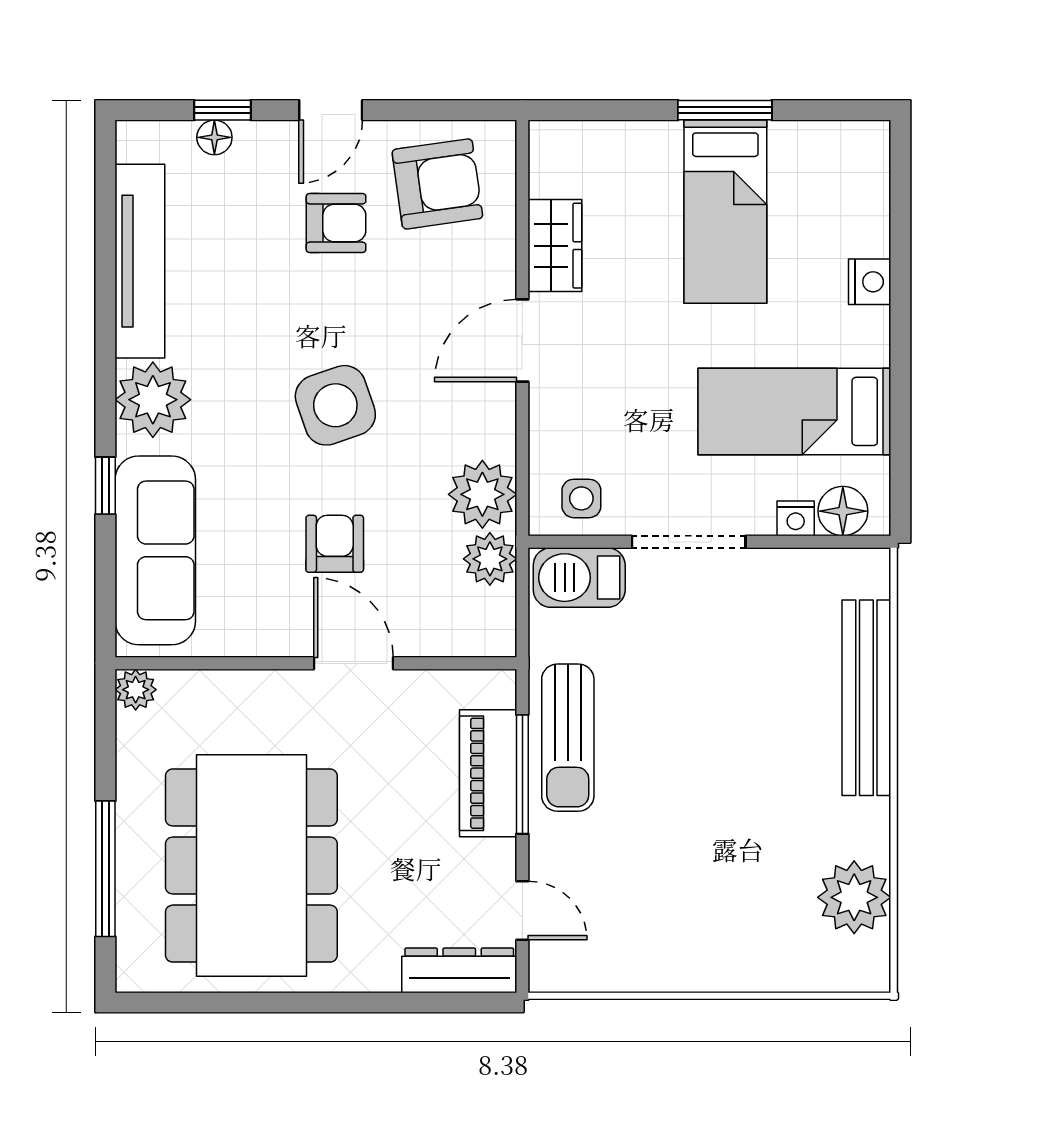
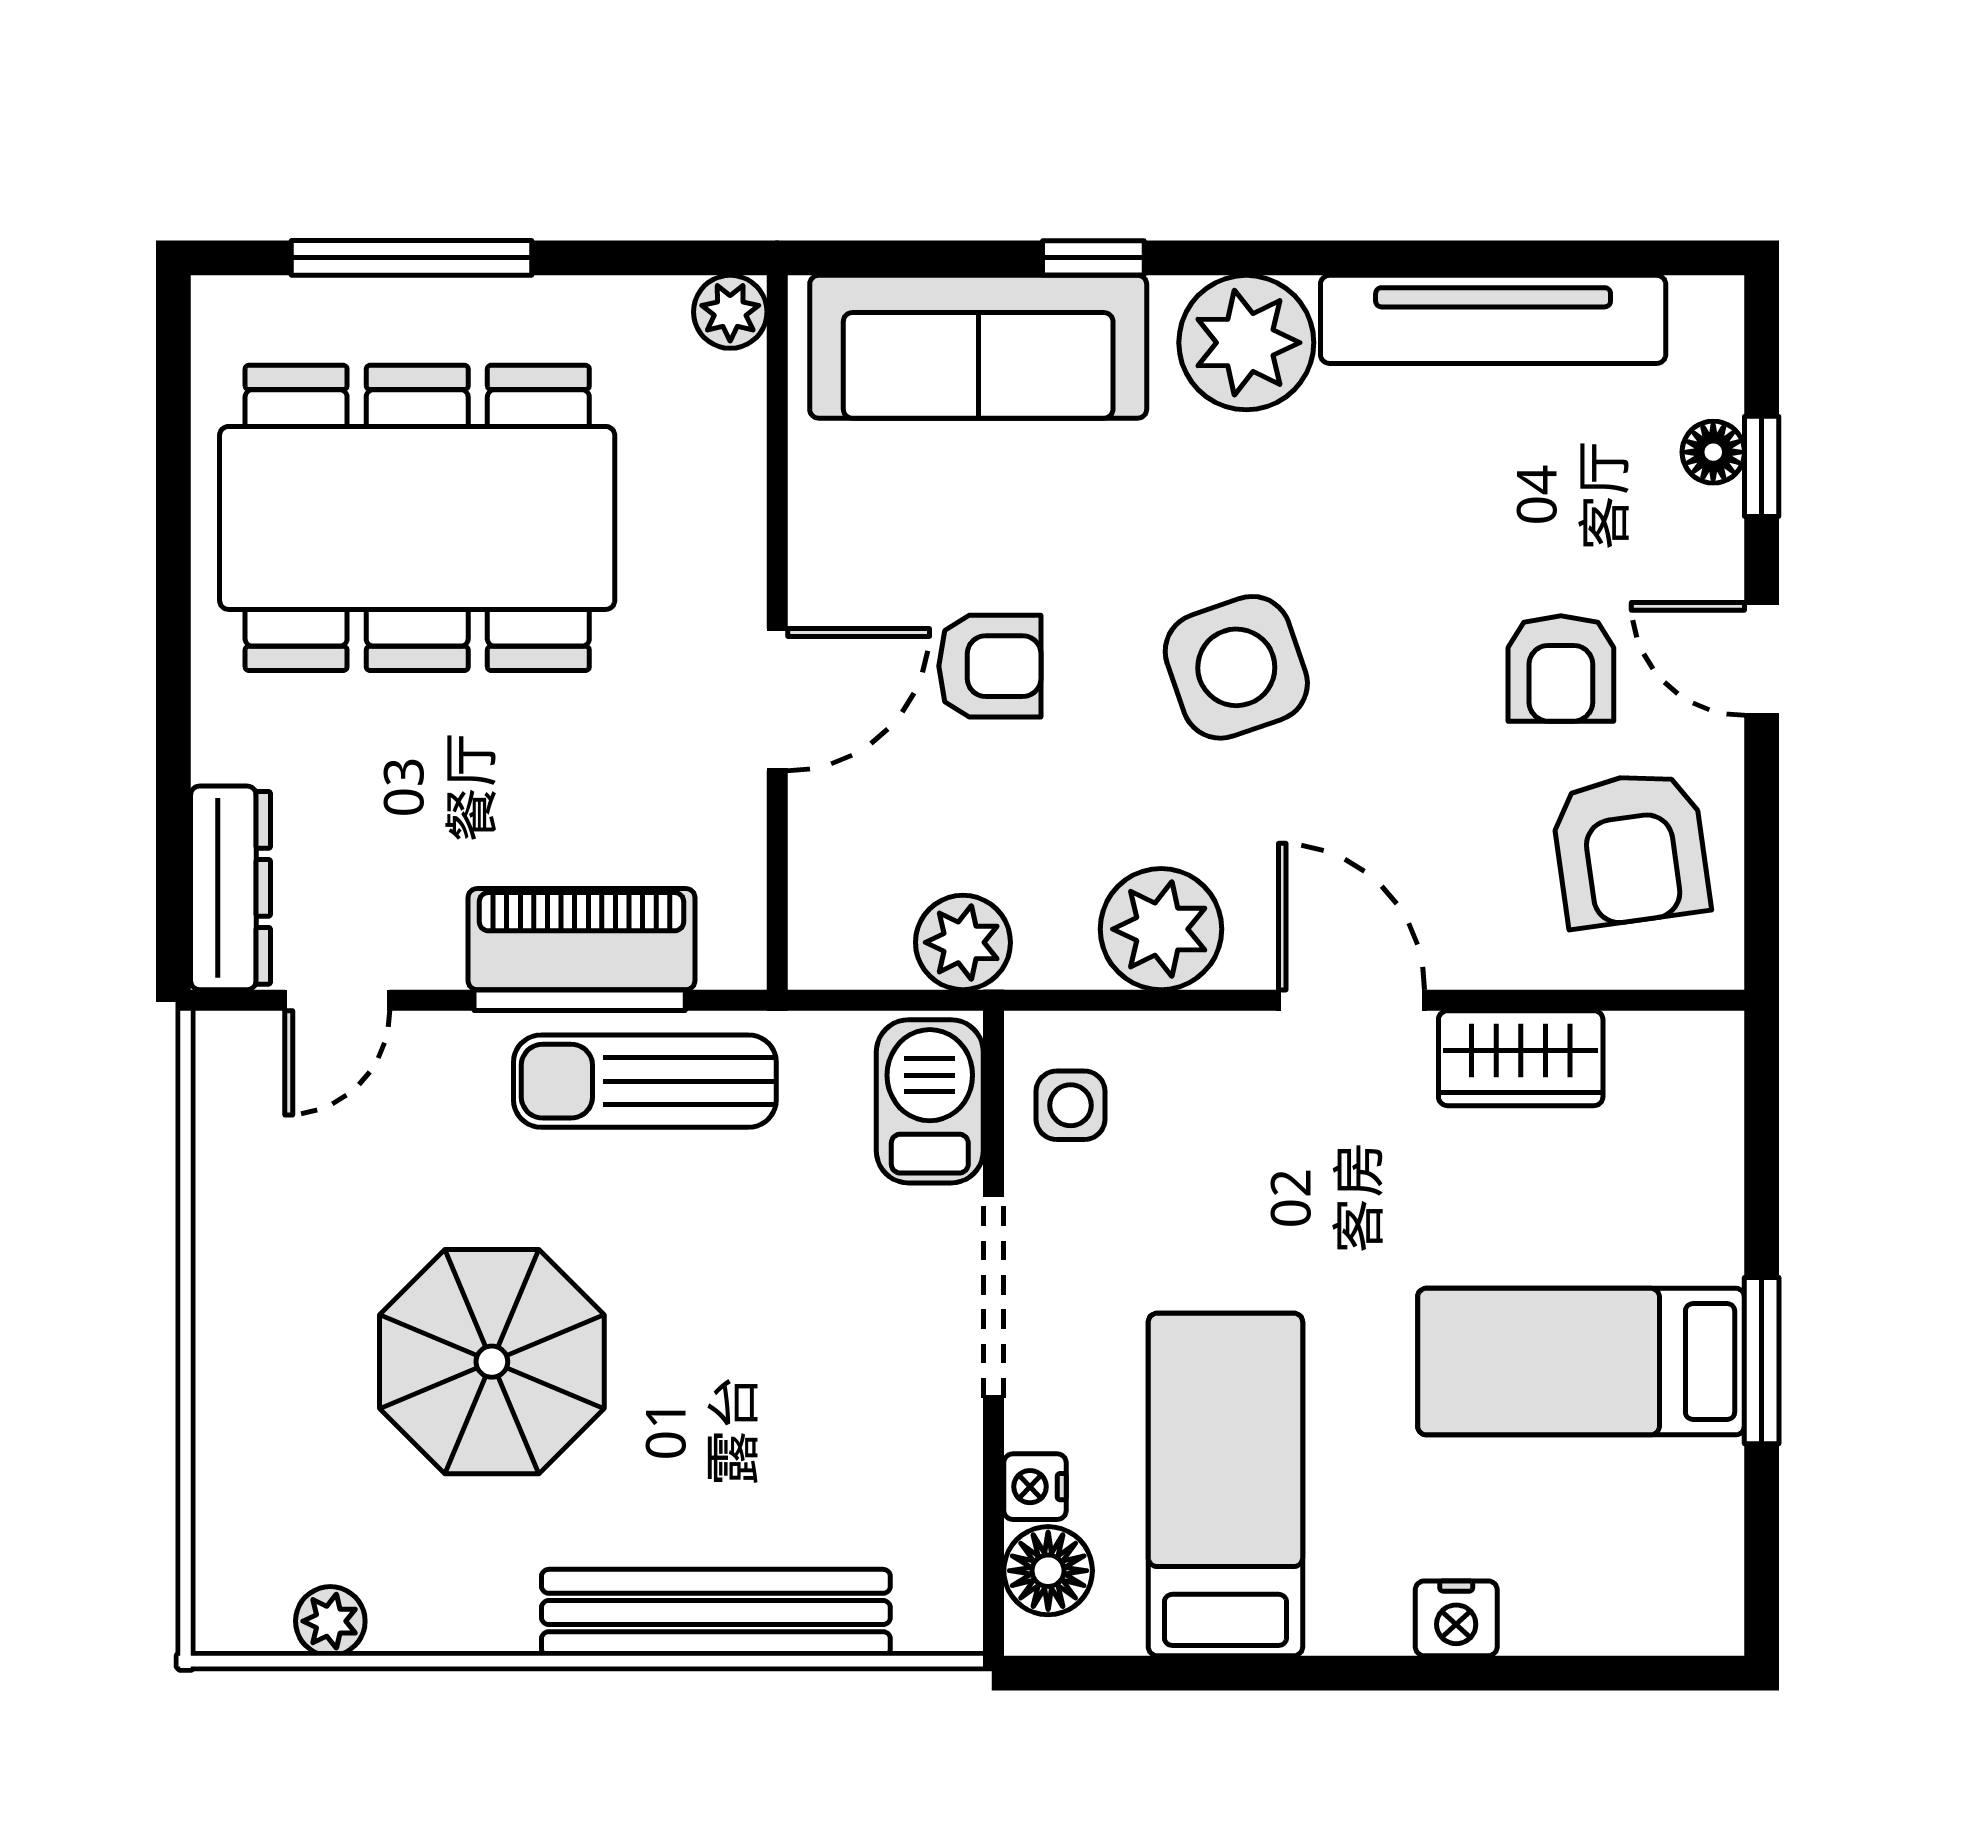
plant: (482, 494) -> (1161, 929), moved
parasol: (725, 824) -> (492, 1362), added
plant: (854, 897) -> (330, 1621), width x0.53, depth x0.53

